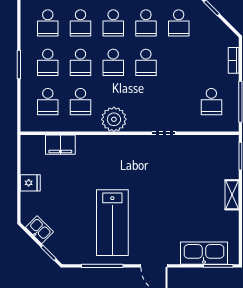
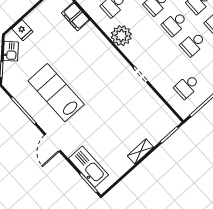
school desk: (179, 62) -> (193, 44), added
fridge: (30, 183) -> (23, 30), moved
lab bench: (112, 223) -> (56, 93), turned 90

